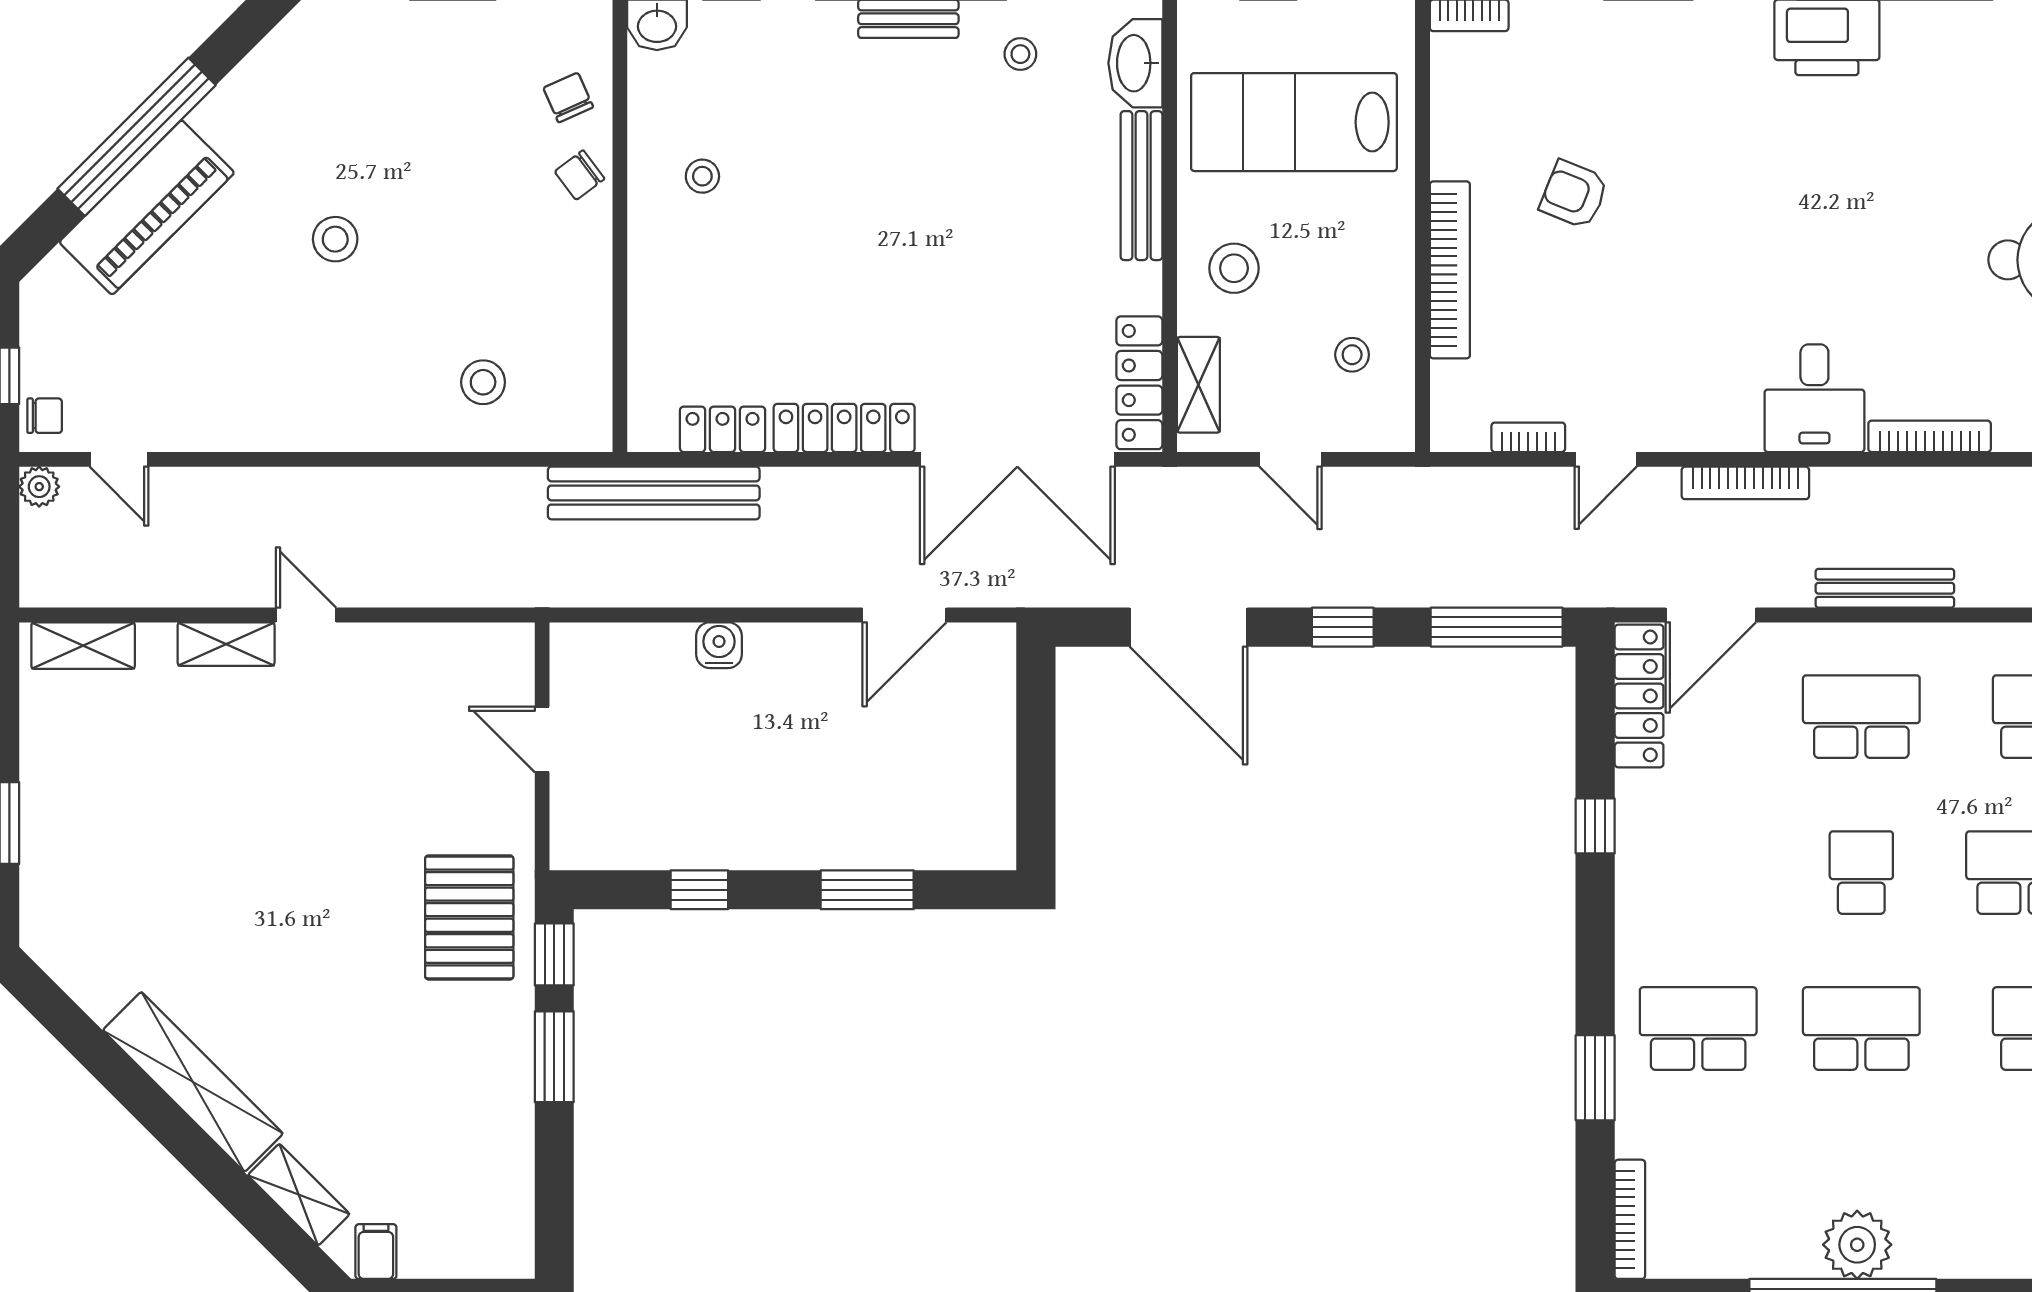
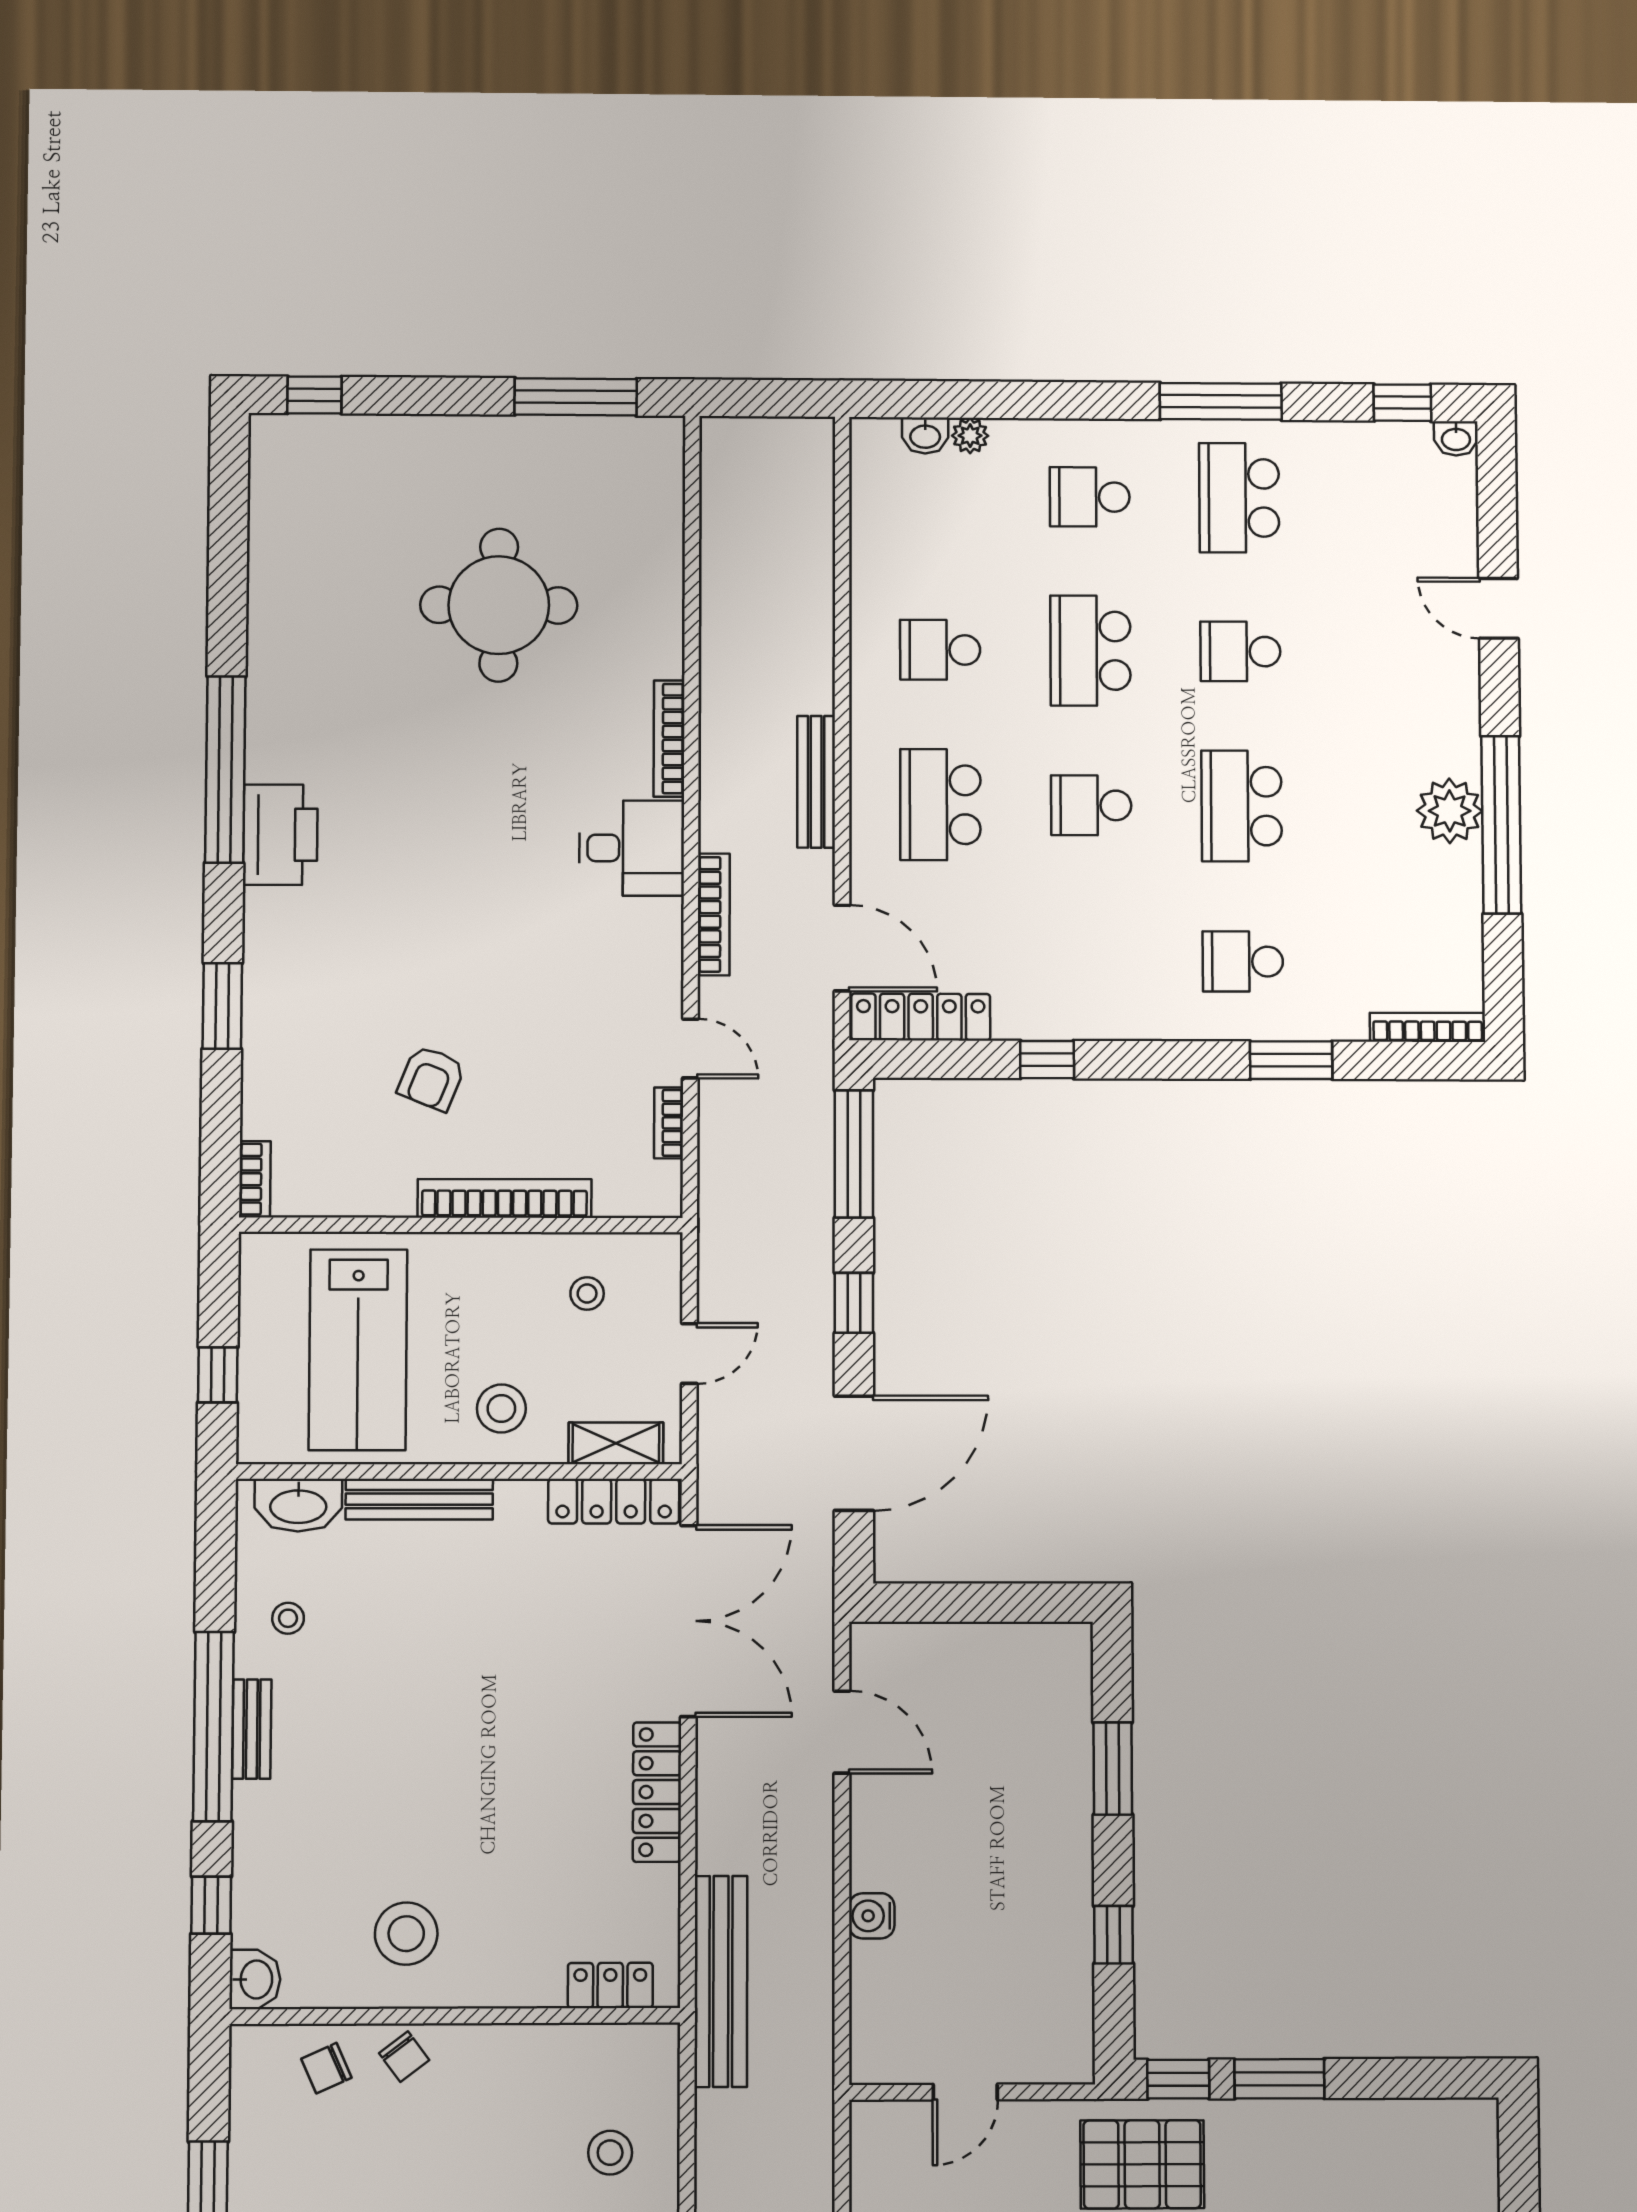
stool: (702, 176) -> (406, 1934), width x1.89, depth x1.89
locker: (723, 429) -> (610, 1985), moved, turned 90
school desk: (1698, 1029) -> (1243, 961), width x0.54

